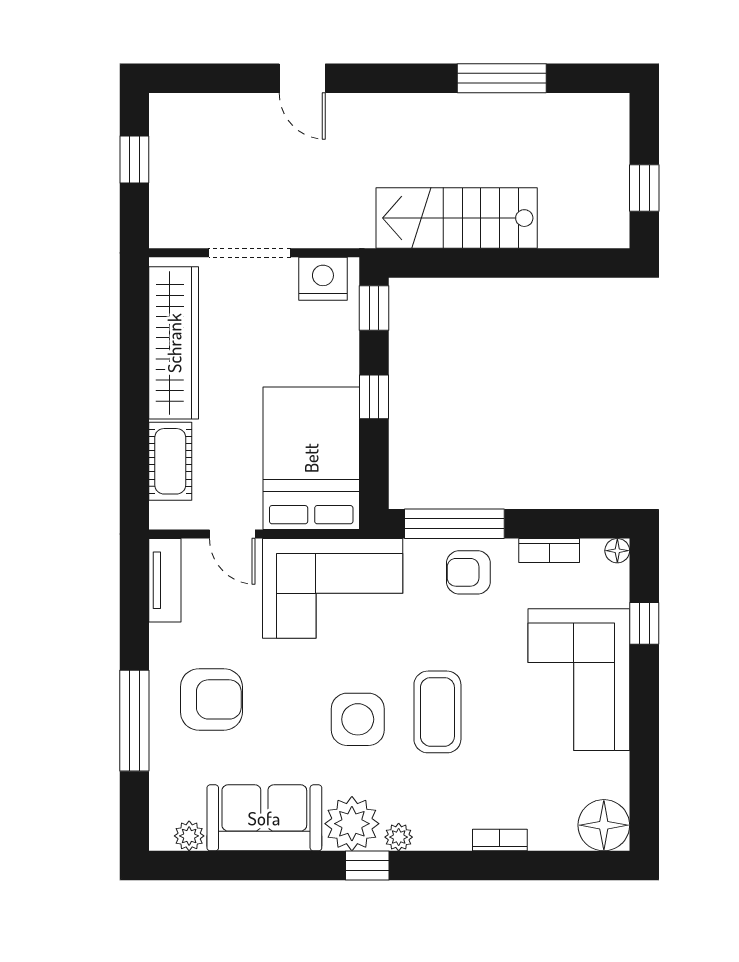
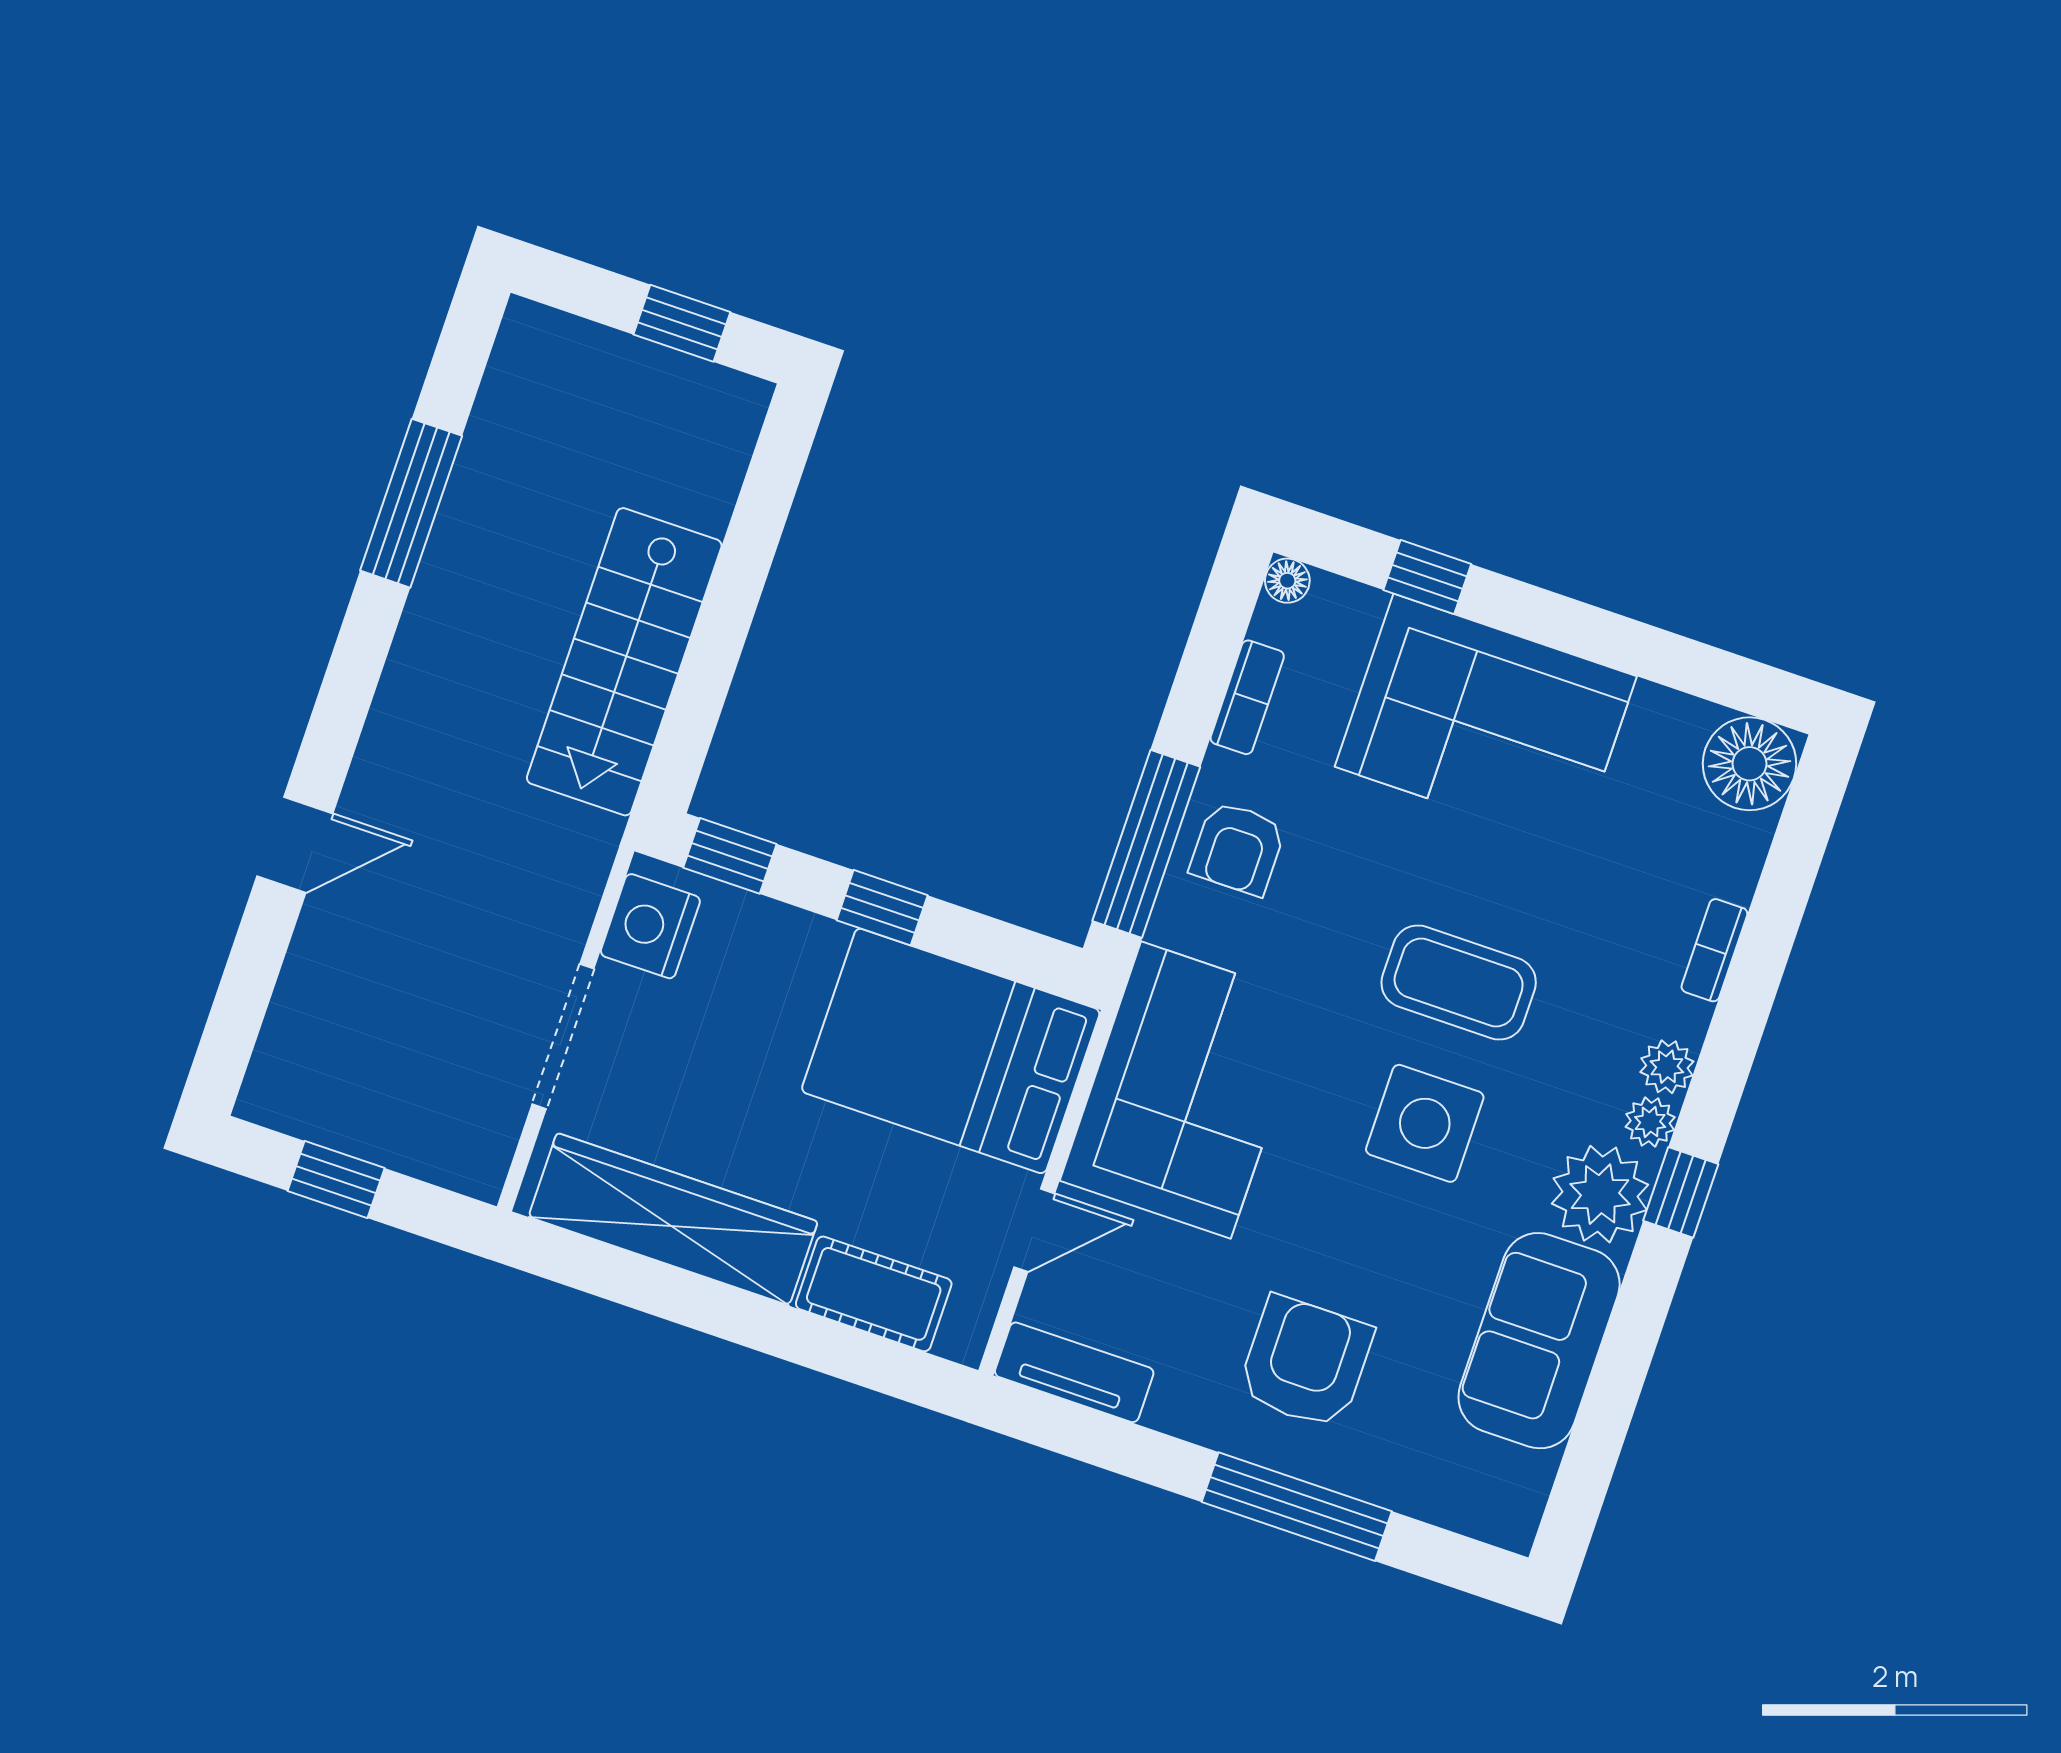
plant: (189, 836) -> (1667, 1067), moved

